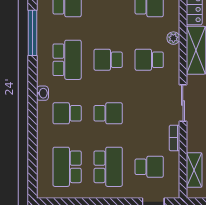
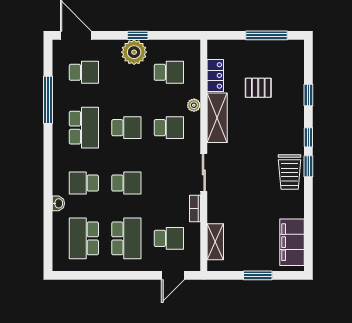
school desk: (108, 60) -> (126, 128), turned 180
school desk: (149, 60) -> (169, 128), turned 180
washbasin: (42, 93) -> (58, 203), moved

